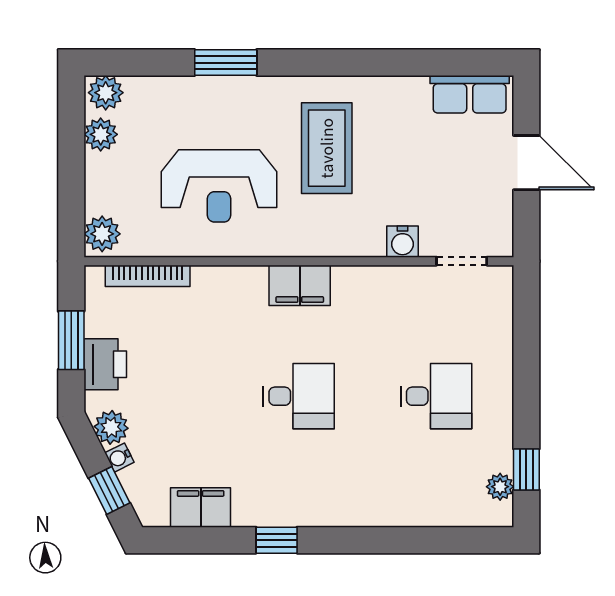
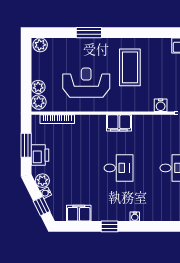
plant: (101, 134) -> (38, 87), moved
reception desk: (219, 186) -> (86, 83), turned 180
water cooler: (339, 516) -> (135, 217), added

